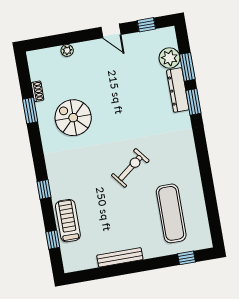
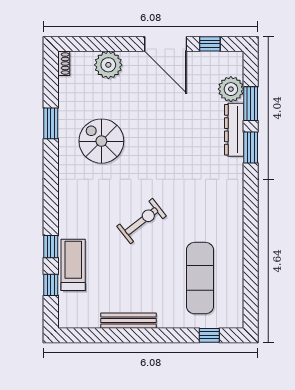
door: (111, 31) -> (166, 44), width x1.88
plant: (67, 51) -> (108, 65), width x1.88, depth x1.88
shoe rack: (37, 91) -> (64, 64), moved
exercise bike: (130, 168) -> (142, 221), moved
window: (44, 189) -> (51, 247), moved

